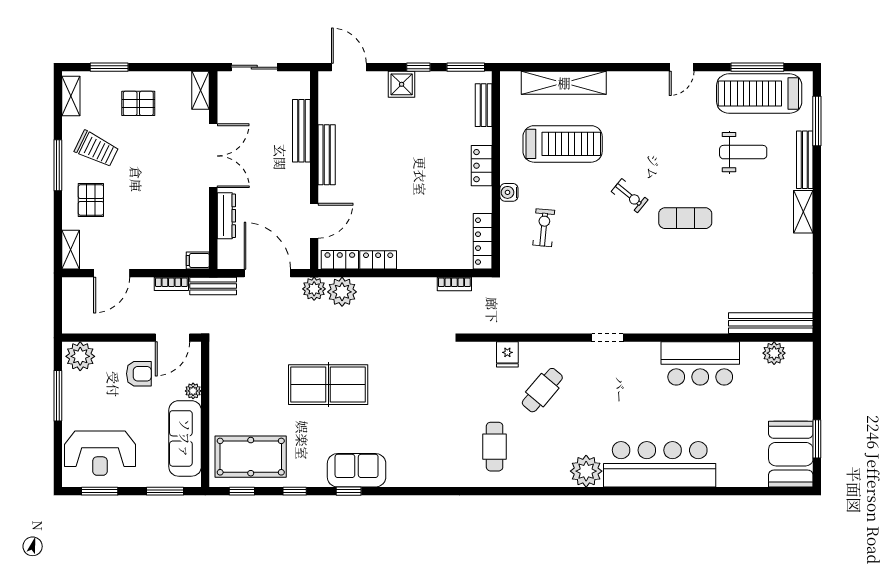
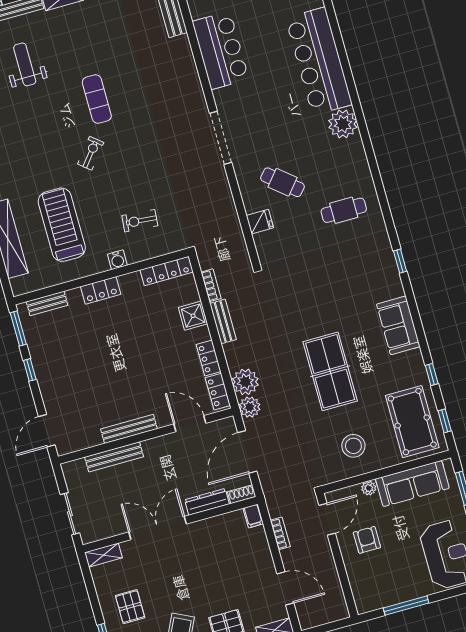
shower: (402, 84) -> (193, 316), moved
shoe rack: (224, 255) -> (242, 494), added
bench: (213, 286) -> (223, 321), moved
door: (172, 338) -> (327, 519), hinge flipped
doorway: (607, 338) -> (221, 138), width x1.88
plant: (80, 356) -> (366, 596), removed
stool: (242, 387) -> (353, 446), added
window: (349, 491) -> (400, 261), moved

